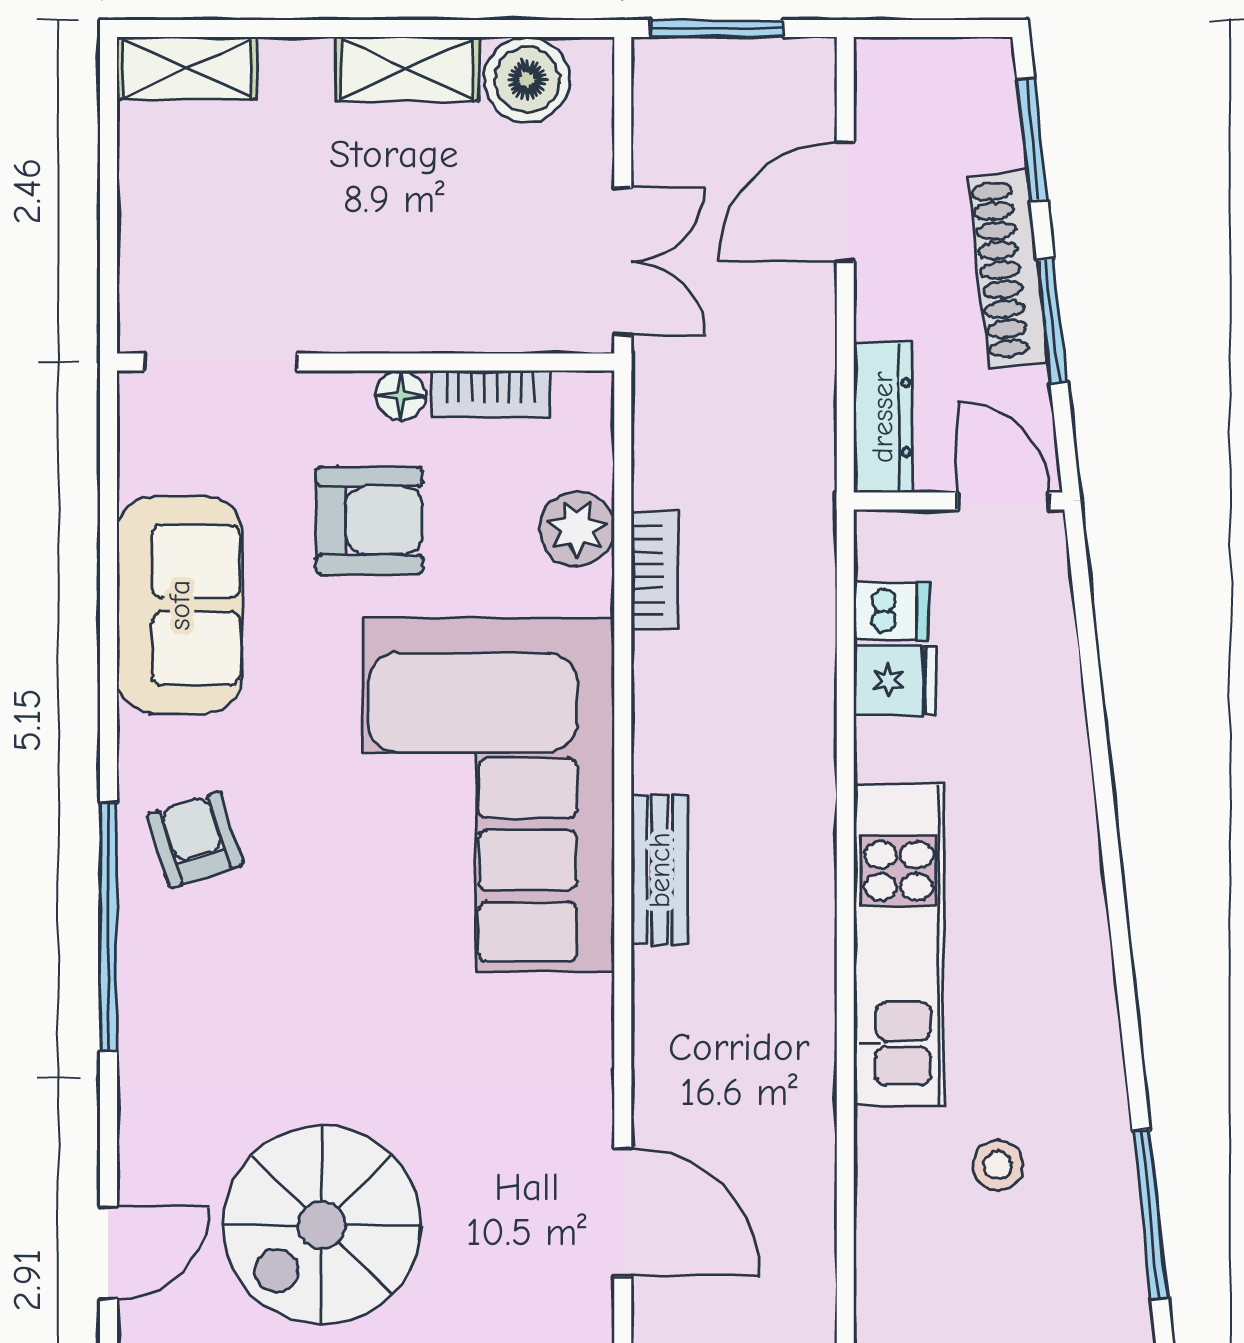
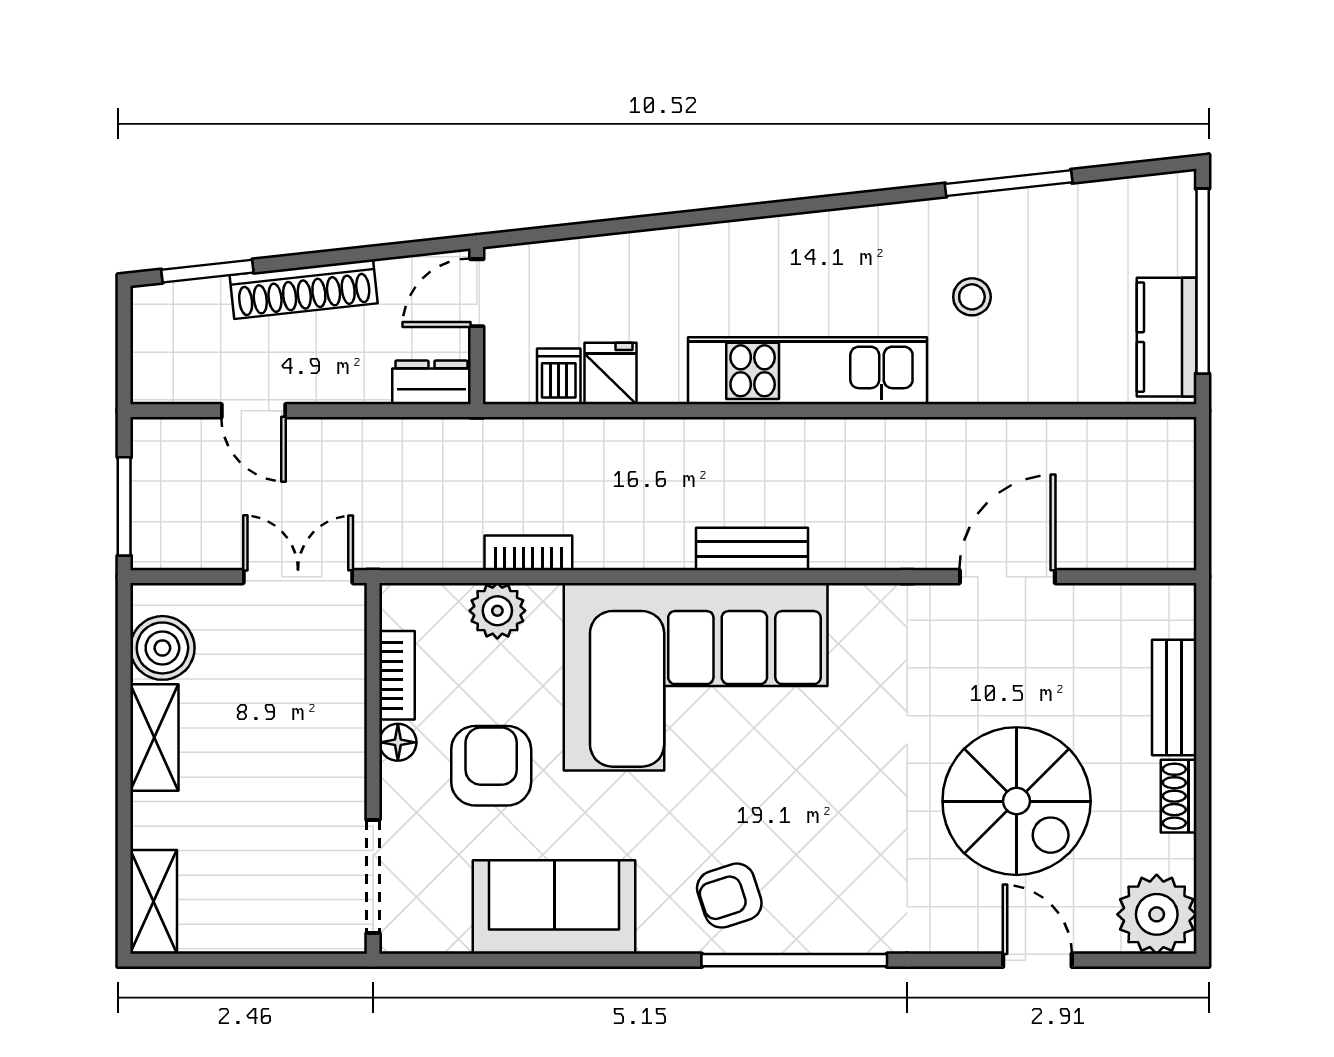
door: (845, 202) -> (254, 411), width x0.73
window: (1052, 321) -> (342, 256), removed
dresser: (883, 417) -> (431, 382), width x0.70

